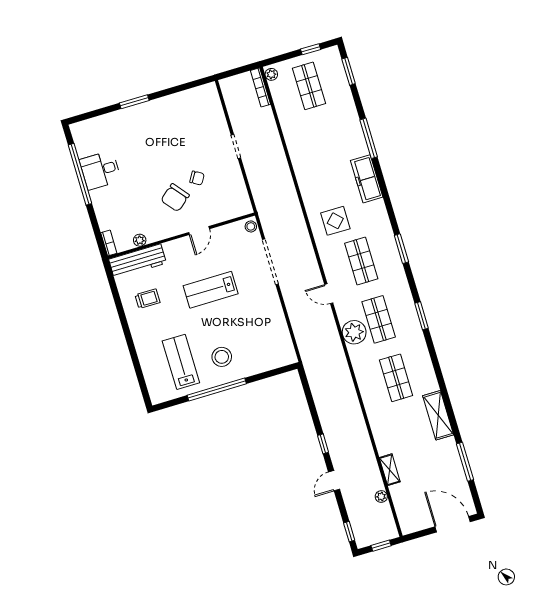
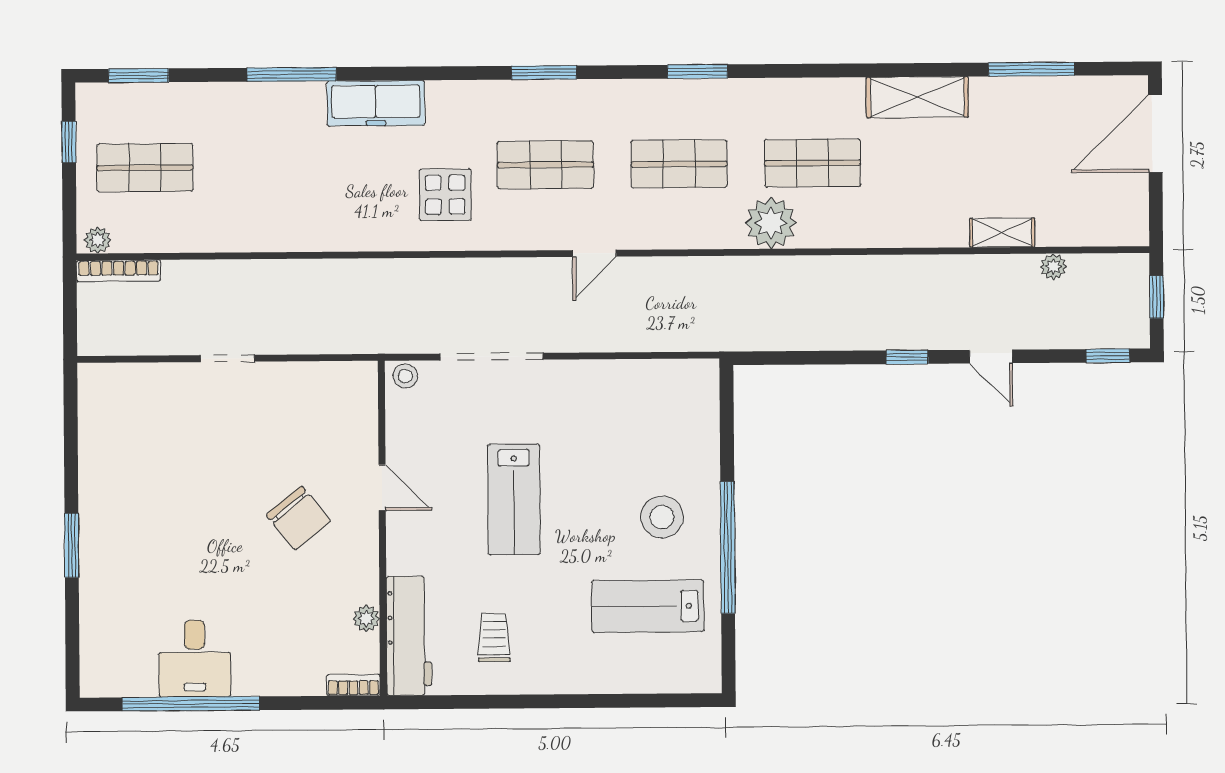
chair: (197, 178) -> (270, 460), removed
plant: (354, 332) -> (771, 223), moved

